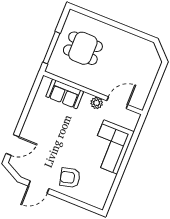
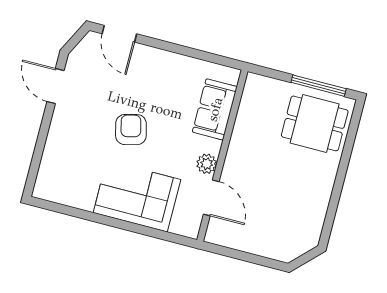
window: (51, 48) -> (319, 86), moved
dining table: (83, 48) -> (315, 123), moved, turned 90
armchair: (70, 178) -> (131, 130), moved

